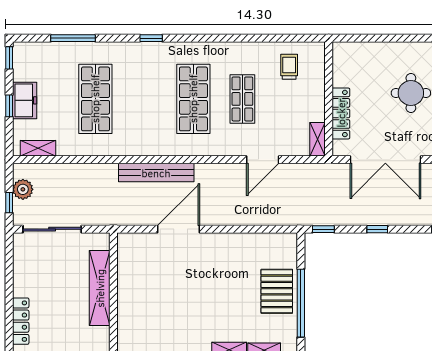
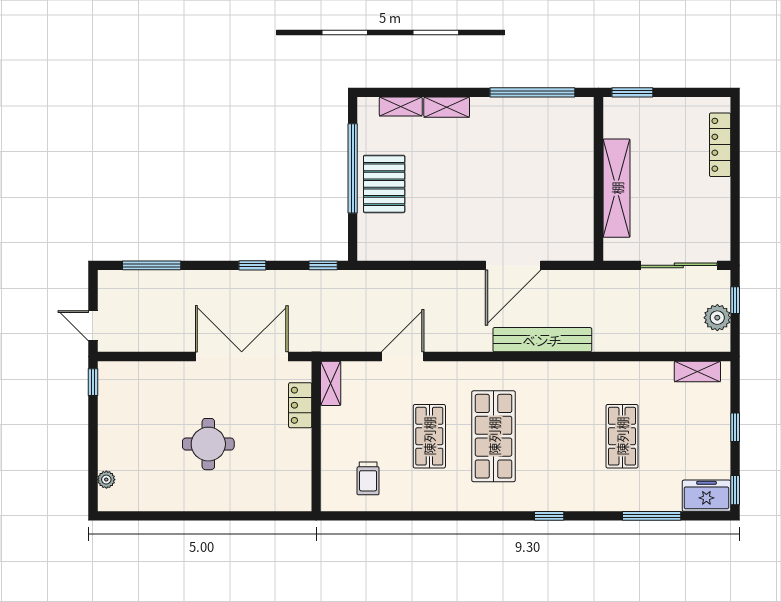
shop shelf: (95, 99) -> (622, 436), width x0.70, depth x0.74
freezer: (25, 100) -> (706, 496), moved, turned 90
locker: (341, 113) -> (300, 405), width x0.66

